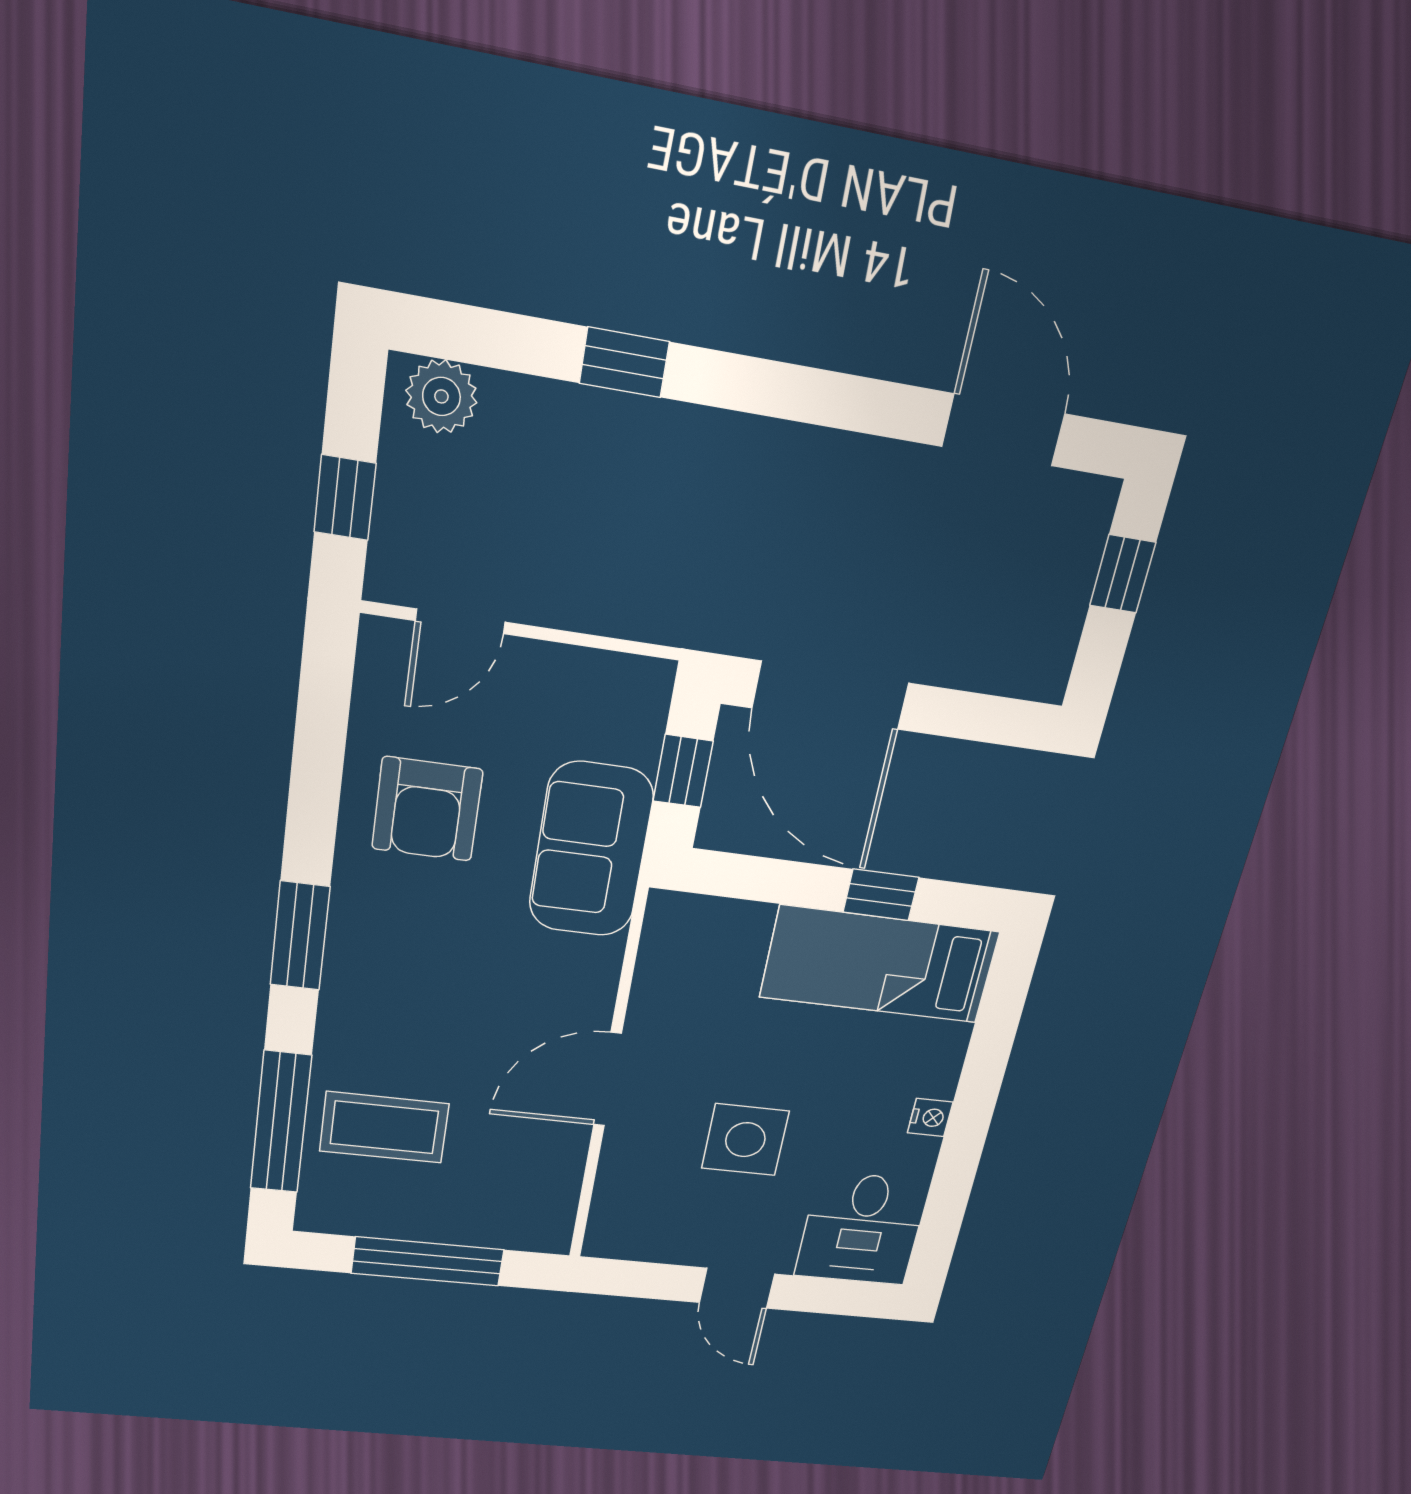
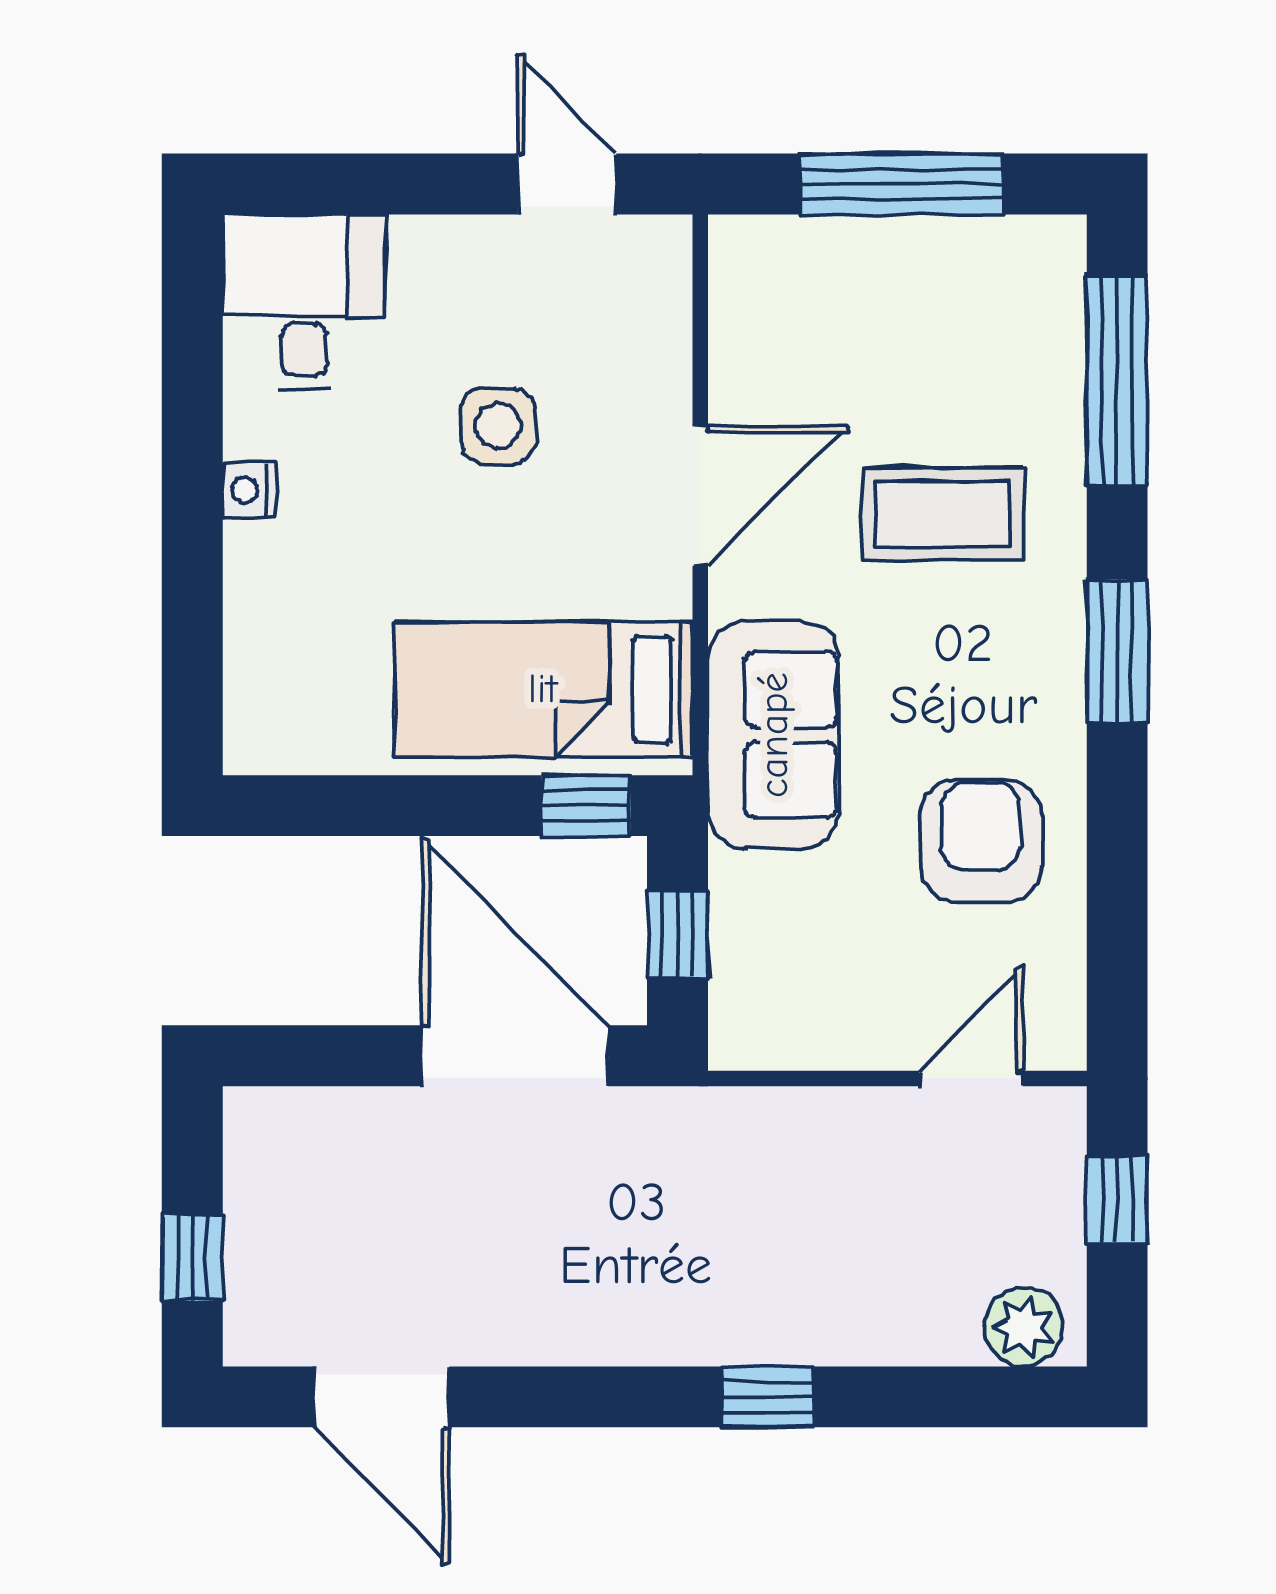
window: (624, 362) -> (767, 1397), moved
sofa: (591, 850) -> (774, 735), moved
window: (881, 895) -> (586, 806), moved
bed: (880, 965) -> (543, 689), moved, turned 180
coffee table: (384, 1127) -> (943, 514), moved
side table: (745, 1140) -> (498, 426), width x0.73, depth x0.73
door: (737, 1288) -> (567, 184), moved

